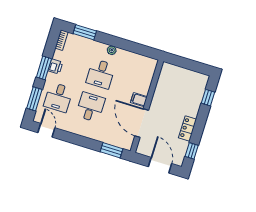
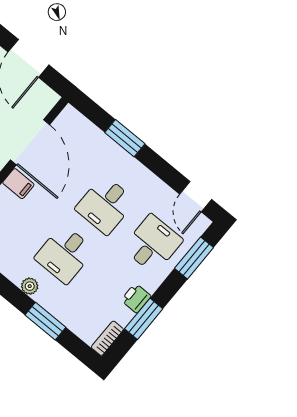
window: (85, 32) -> (45, 321), moved
window: (44, 68) -> (144, 319), moved
desk: (101, 74) -> (65, 254), turned 180
window: (112, 150) -> (125, 138), moved

